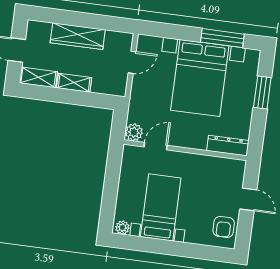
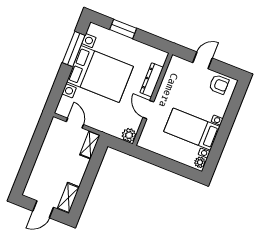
wardrobe: (78, 36) -> (44, 160), removed
shelving: (74, 83) -> (90, 145), moved
door: (156, 146) -> (148, 110), moved
dresser: (228, 146) -> (152, 80), moved

